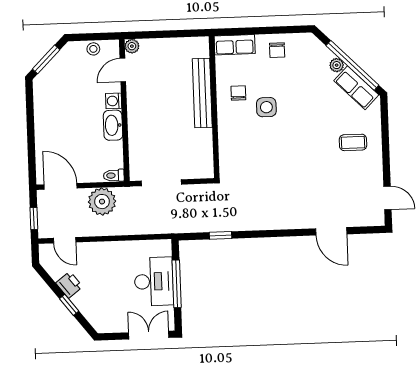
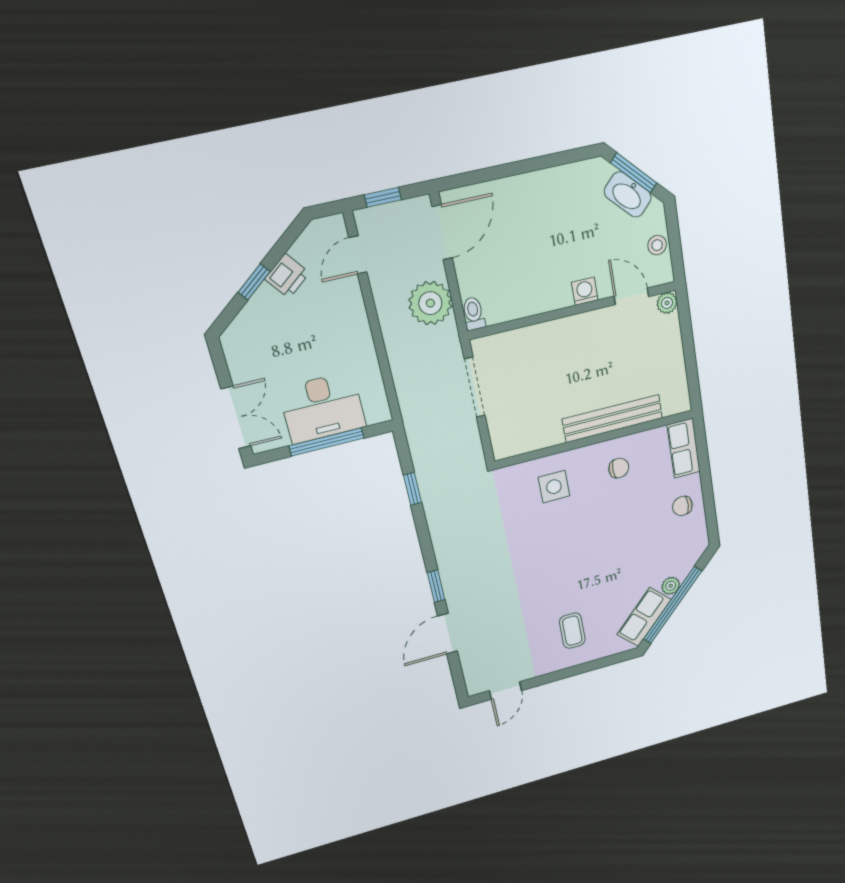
side table: (266, 107) -> (554, 487), moved
washbasin: (113, 125) -> (628, 195), moved, turned -135
window: (294, 233) -> (436, 586), added

